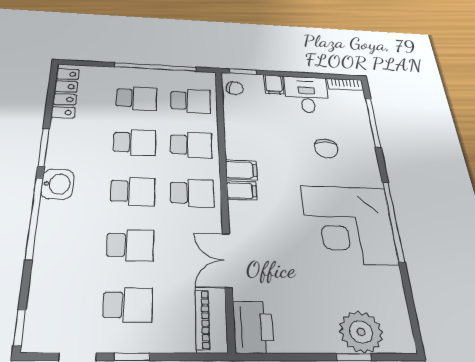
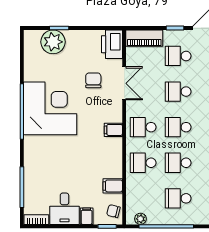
plant: (194, 77) -> (140, 219), added
school desk: (191, 101) -> (143, 198), removed
chair: (326, 148) -> (93, 80), moved
filing cabinet: (241, 170) -> (113, 186), moved
piano: (211, 320) -> (144, 38), moved, turned 90

